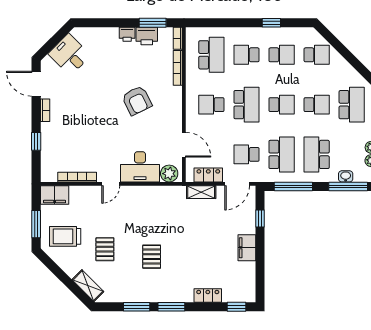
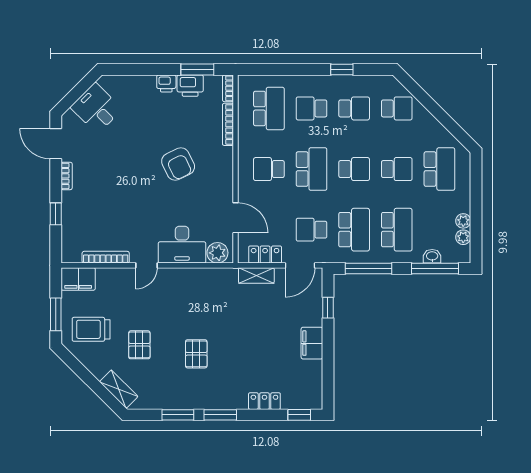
school desk: (317, 154) -> (397, 230), turned 180

